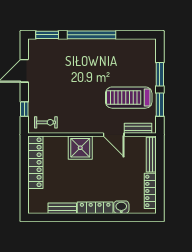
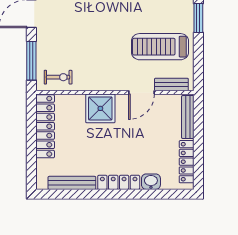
window: (160, 105) -> (198, 55), removed
window: (24, 109) -> (31, 61), width x2.17
door: (114, 135) -> (141, 92), hinge flipped
bench: (62, 208) -> (72, 183), width x1.36

